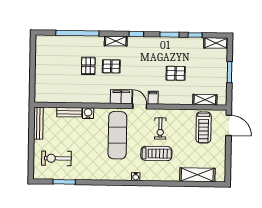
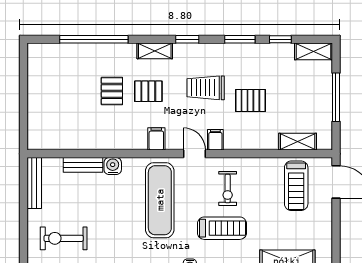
trolley: (147, 65) -> (206, 88), added
window: (230, 72) -> (336, 97), width x1.44
filing cabinet: (121, 97) -> (156, 139), width x0.50

